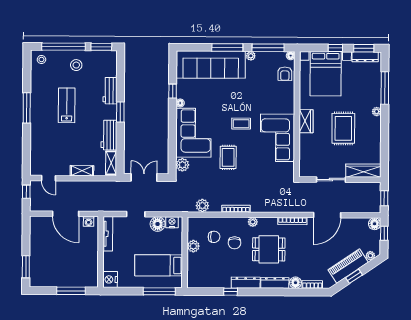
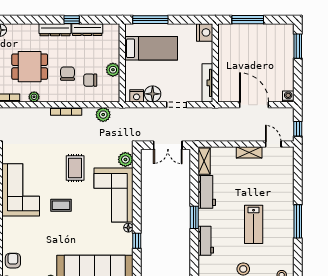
shelving: (82, 171) -> (249, 152), moved
washing machine: (89, 221) -> (288, 96), moved
plant: (253, 222) -> (34, 97), moved
dresser: (275, 283) -> (87, 30), moved

